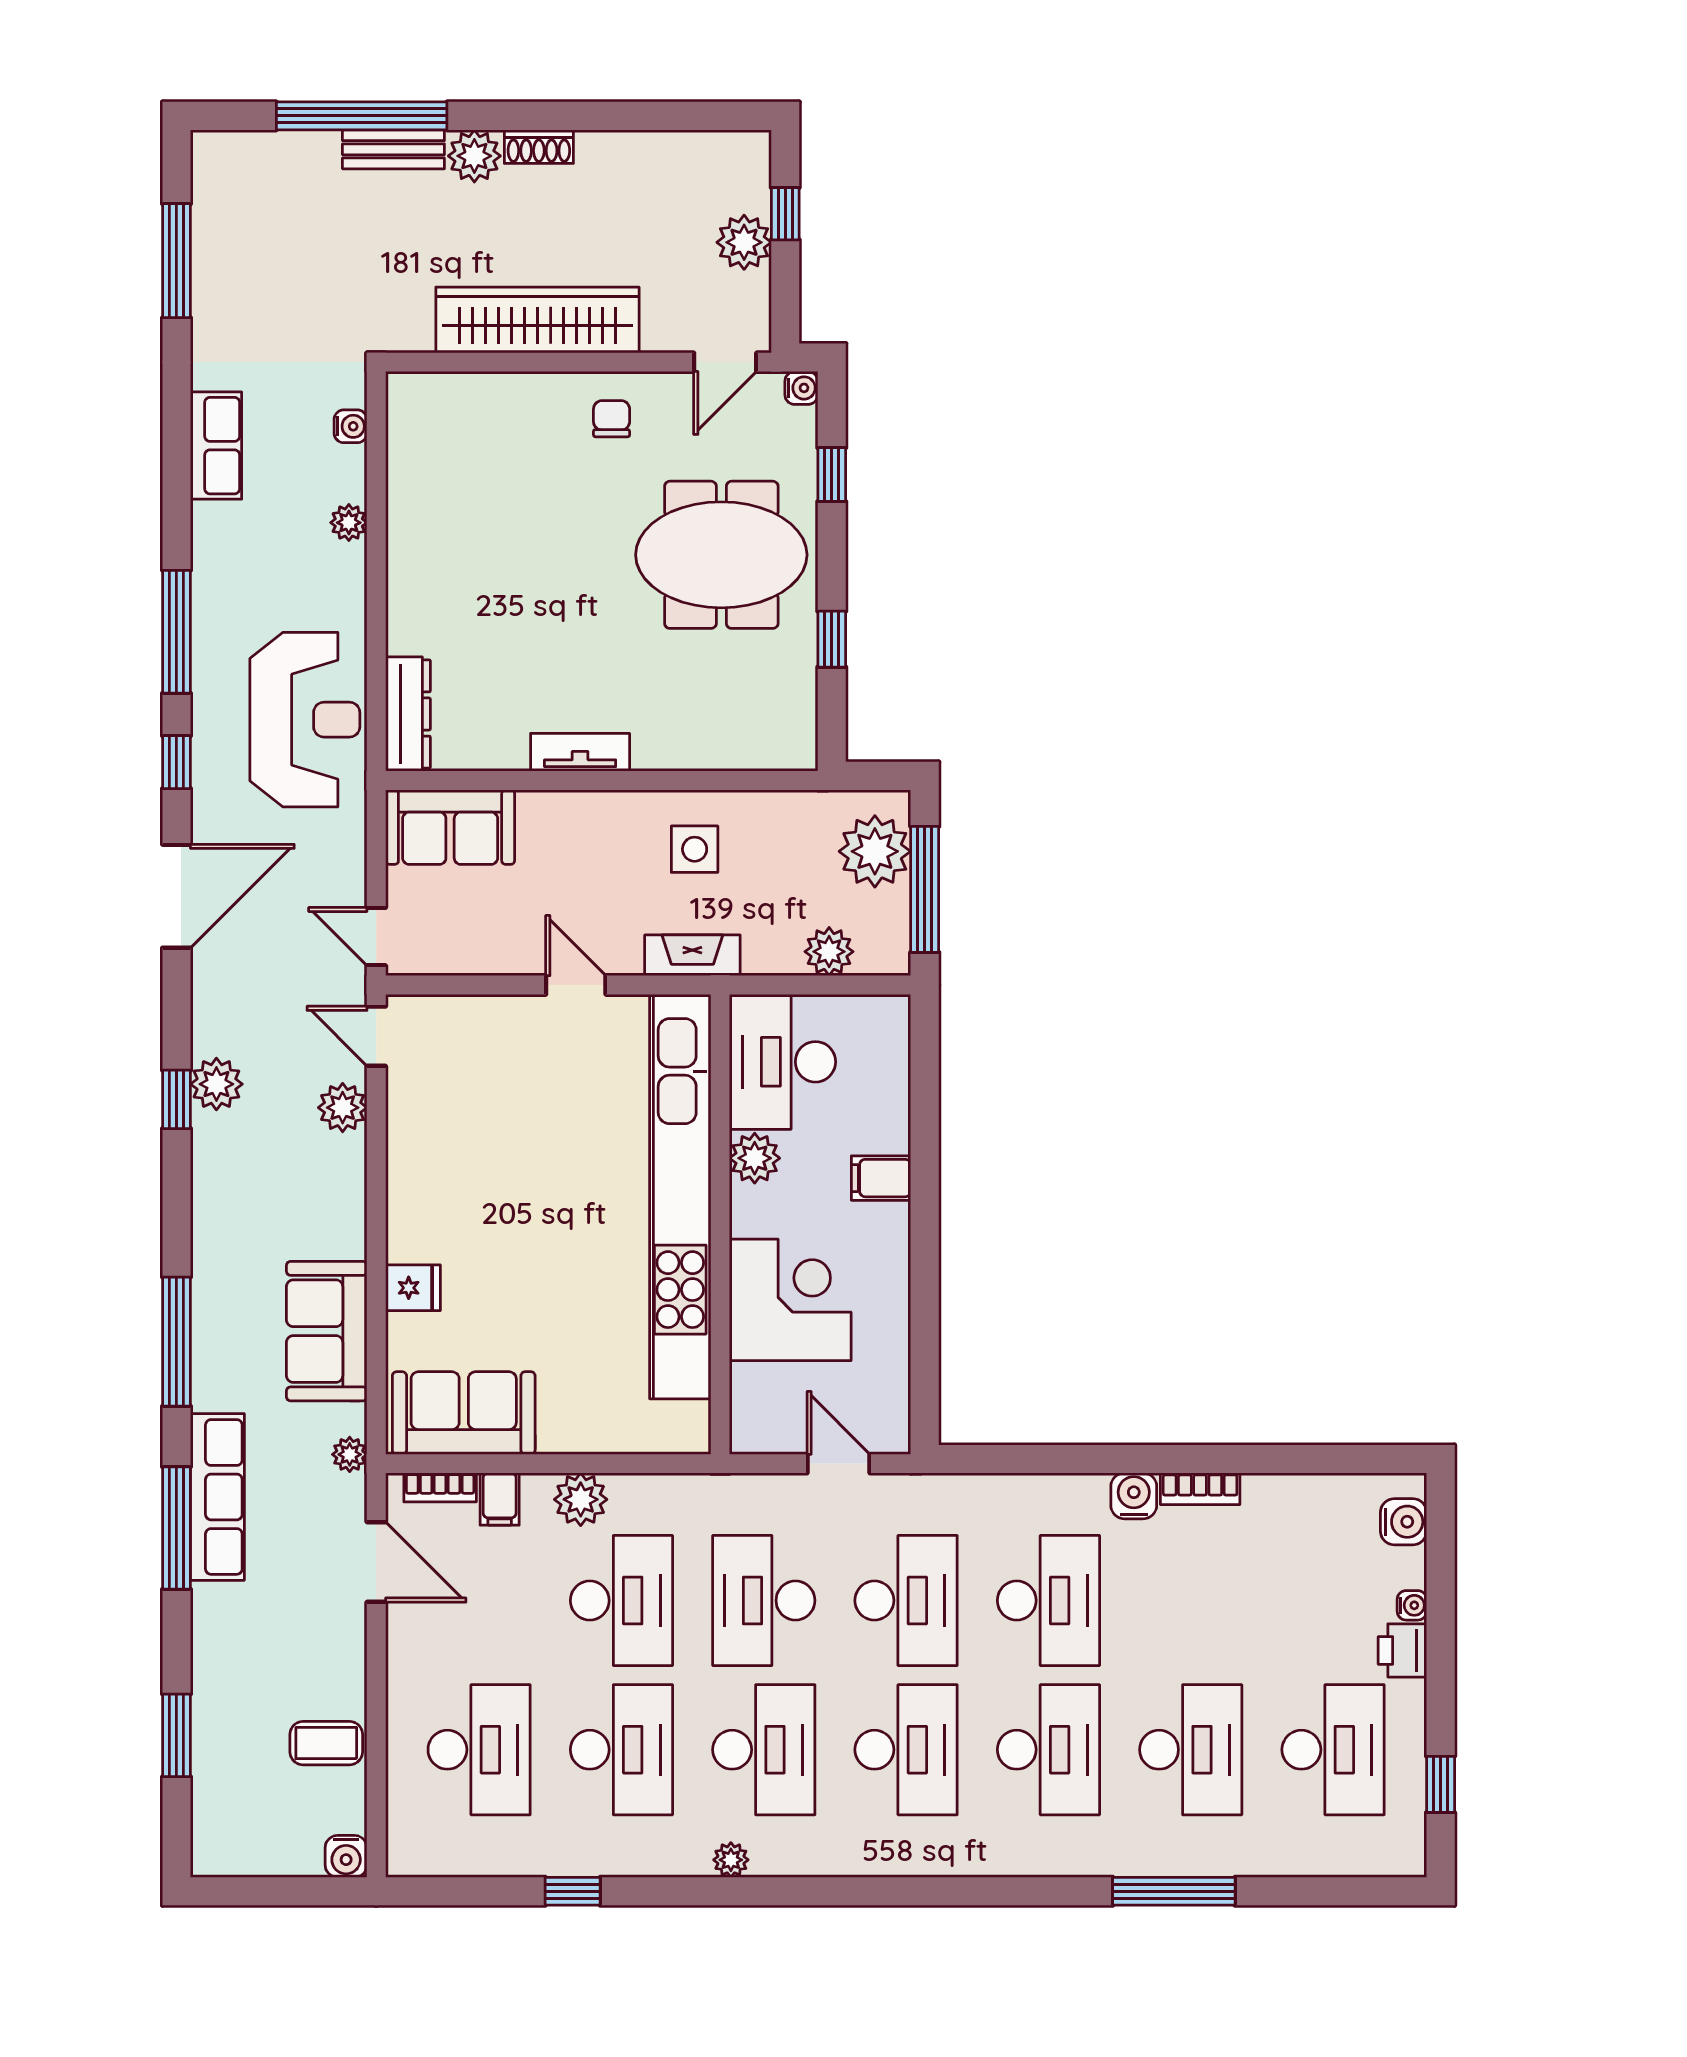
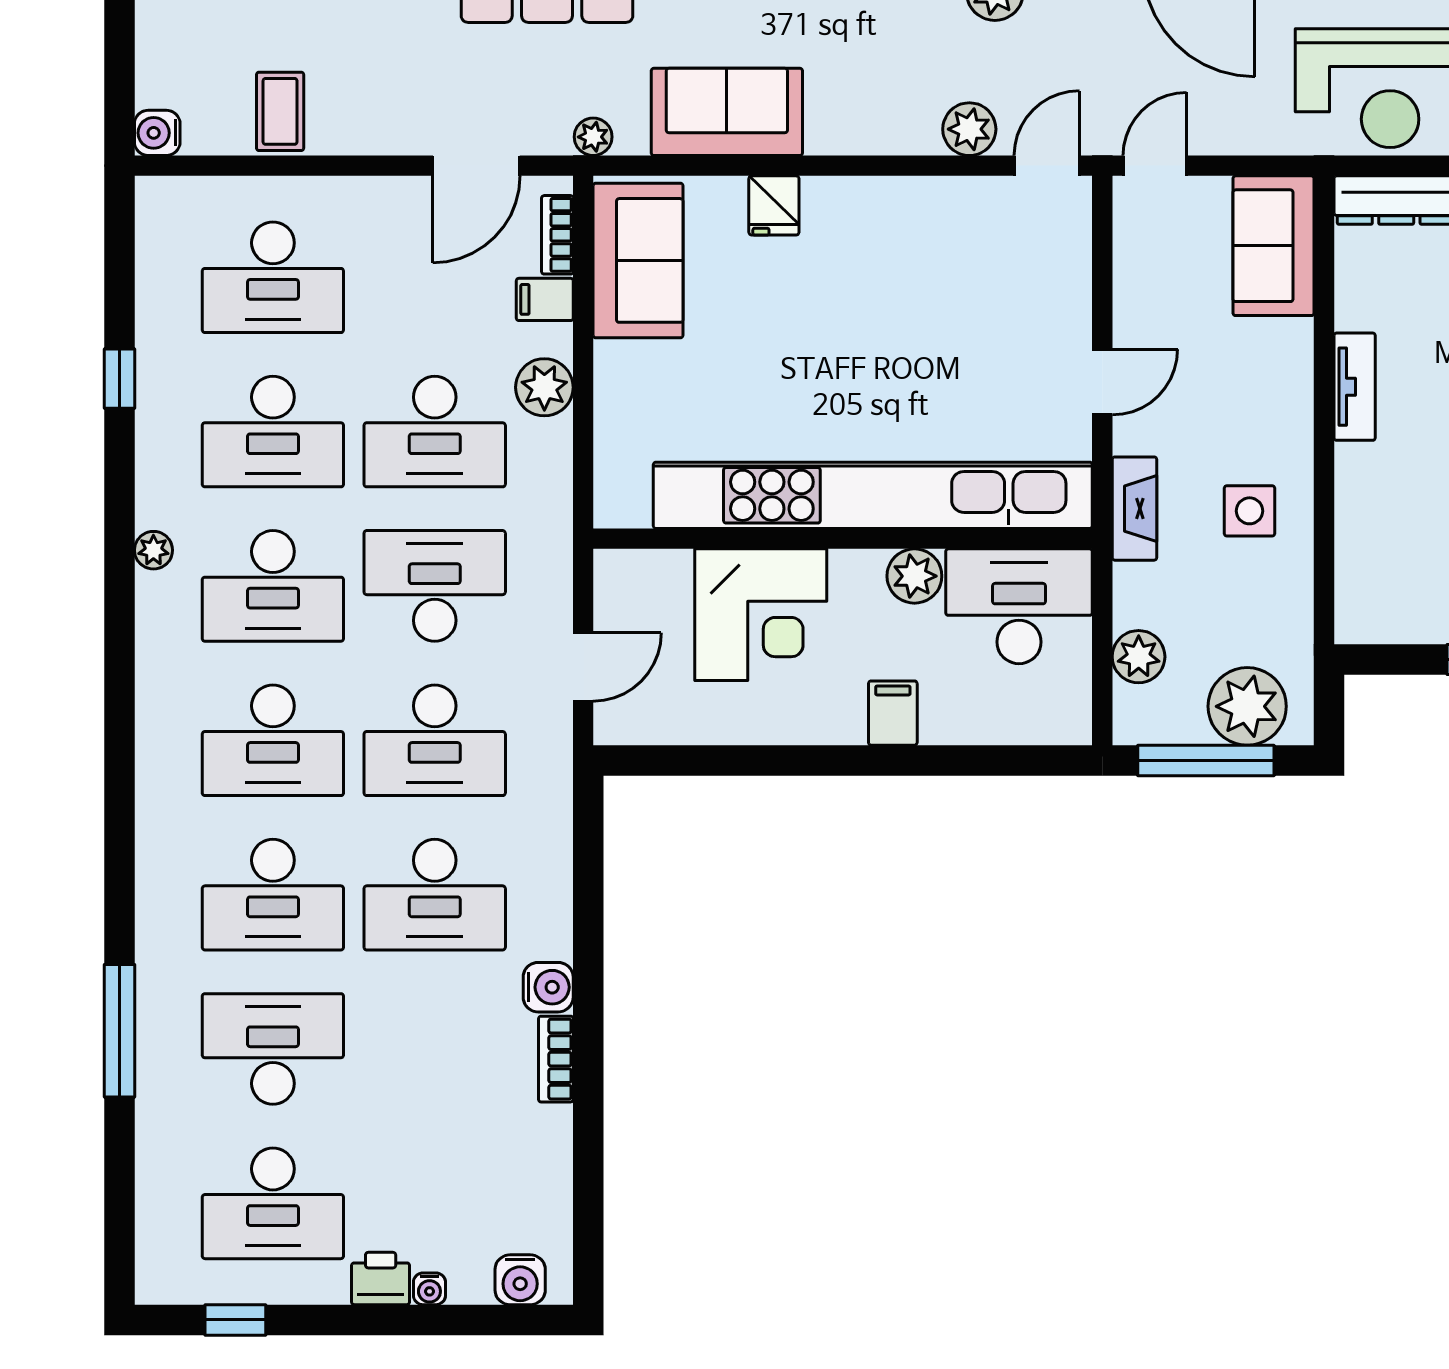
desk: (1191, 1750) -> (273, 1049), turned 180

